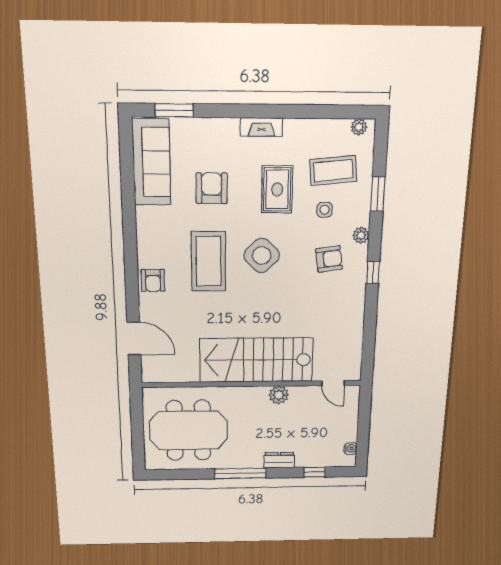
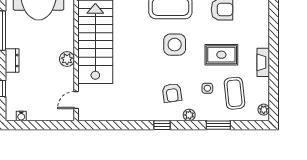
fireplace: (261, 127) -> (263, 62), moved
side table: (262, 255) -> (175, 45), turned 45

